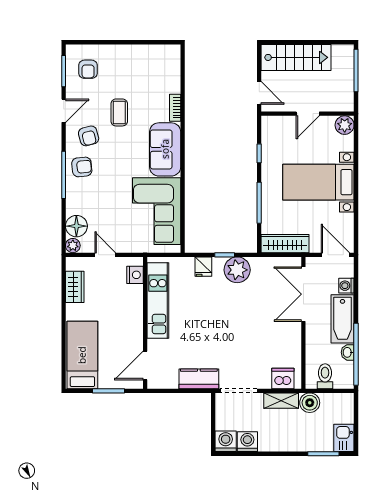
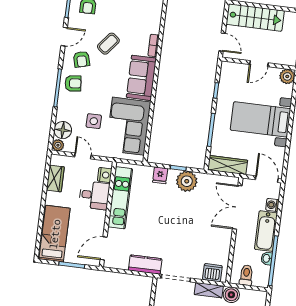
coffee table: (119, 112) -> (108, 44), turned 39
side table: (113, 210) -> (94, 121), added
desk: (125, 301) -> (94, 195), added

